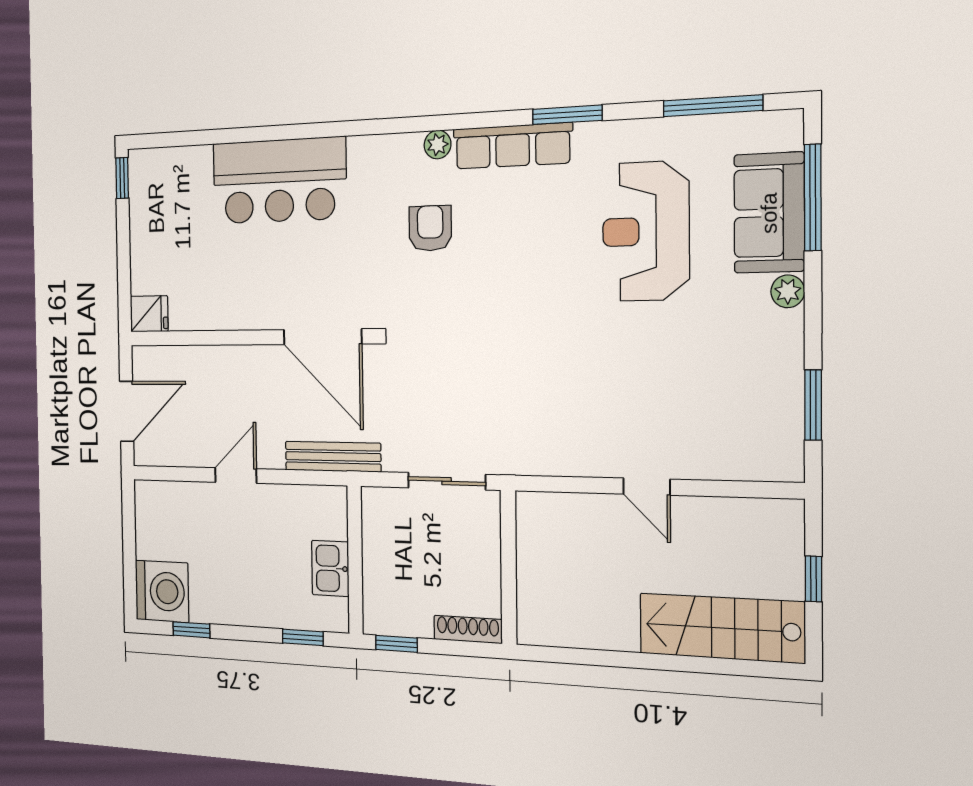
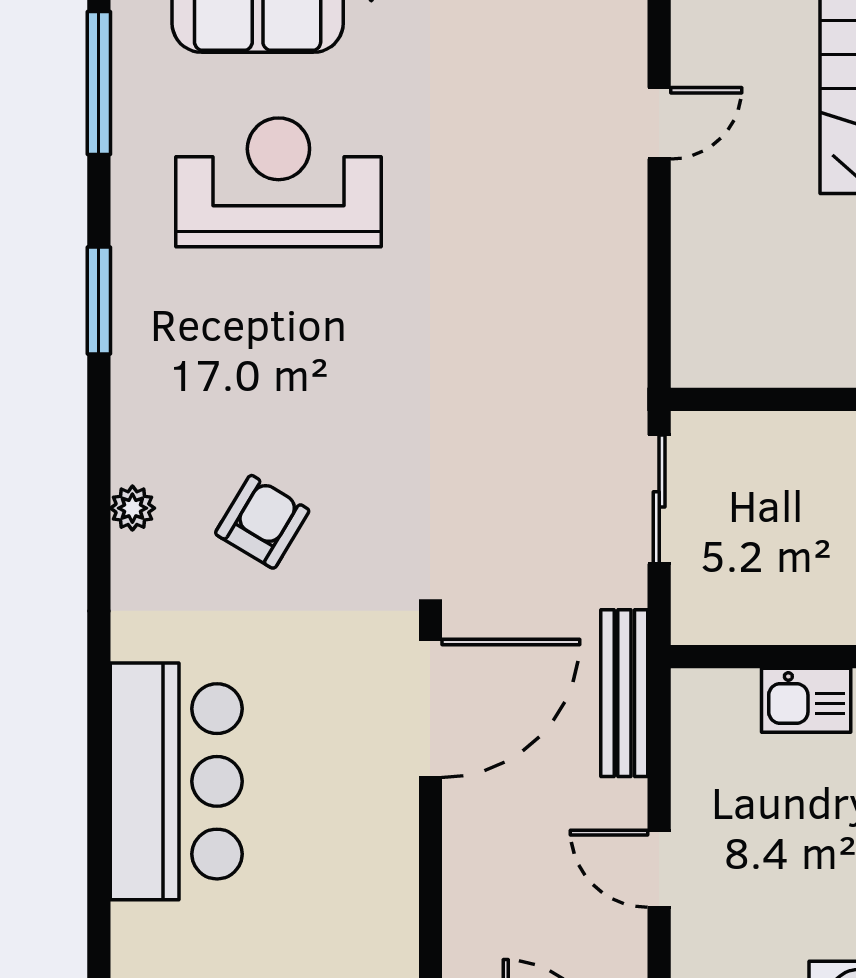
row of seats: (513, 146) -> (141, 387), removed
armchair: (430, 228) -> (262, 522), turned 121
reception desk: (646, 231) -> (278, 182), turned 180
door: (647, 487) -> (659, 123), moved

